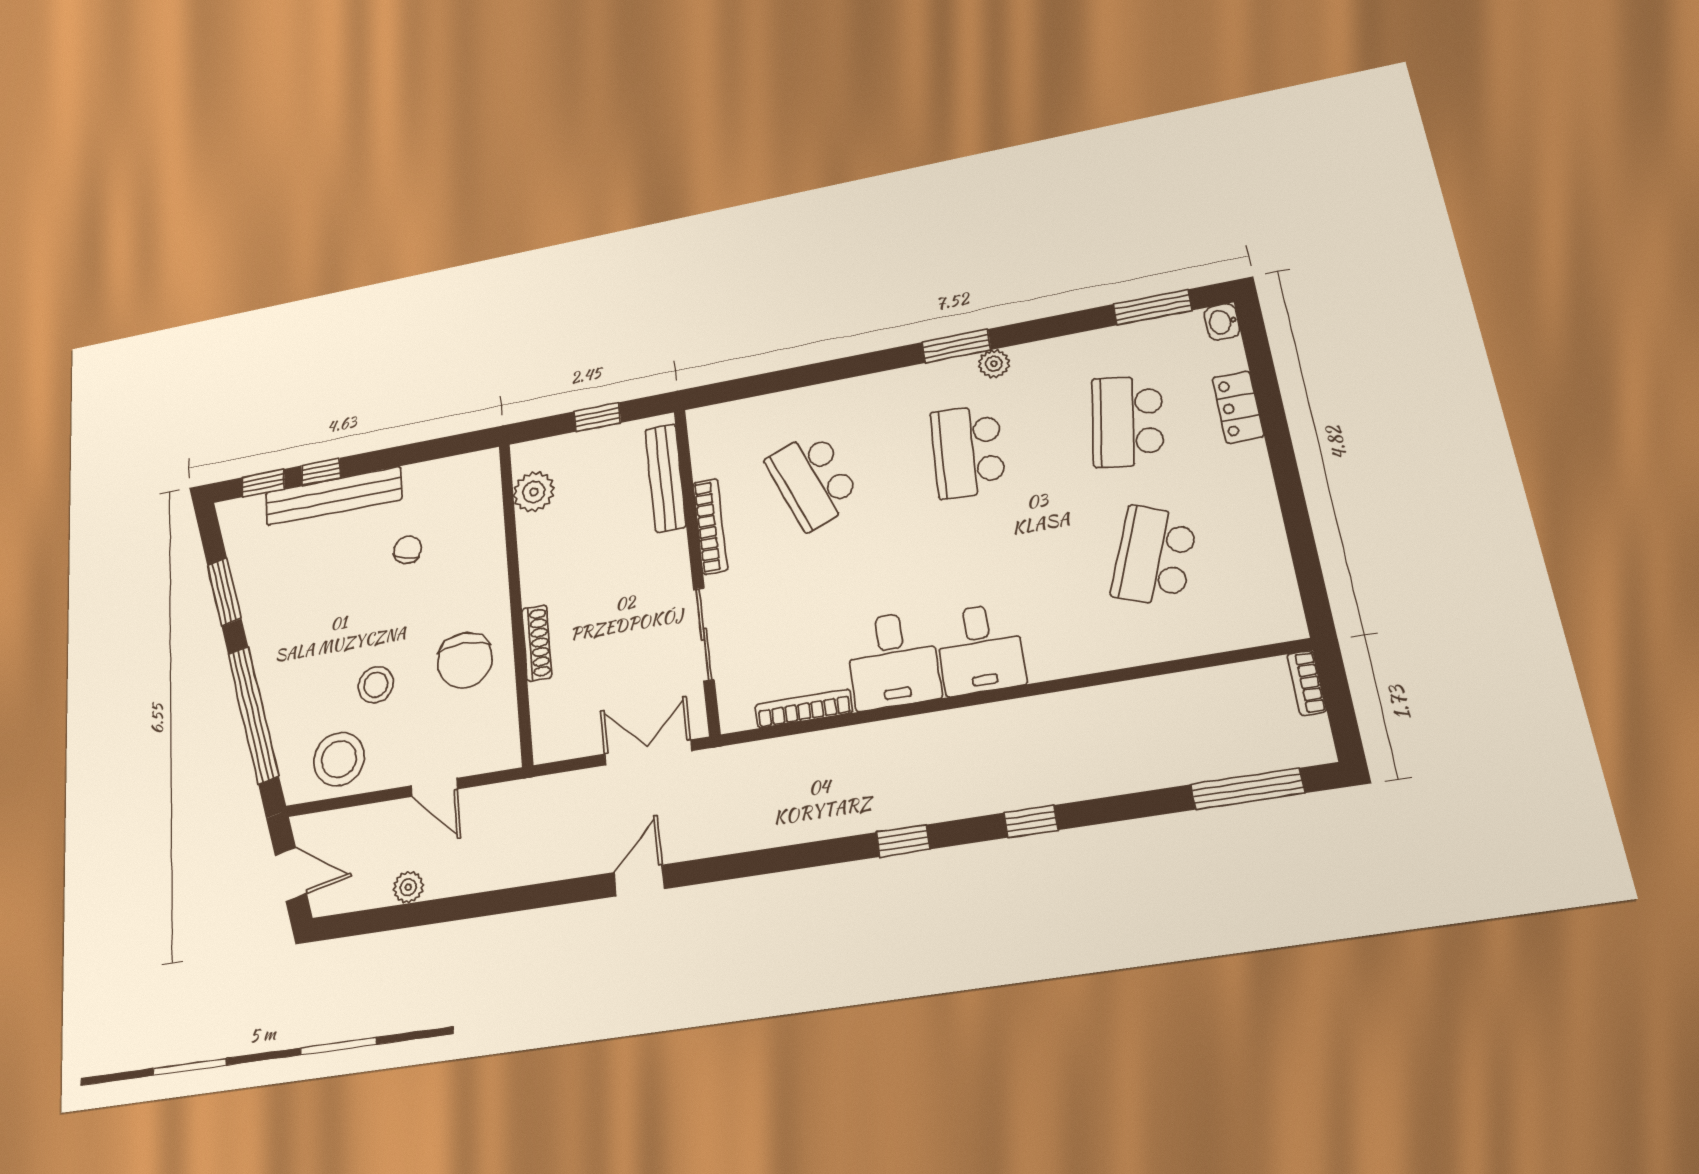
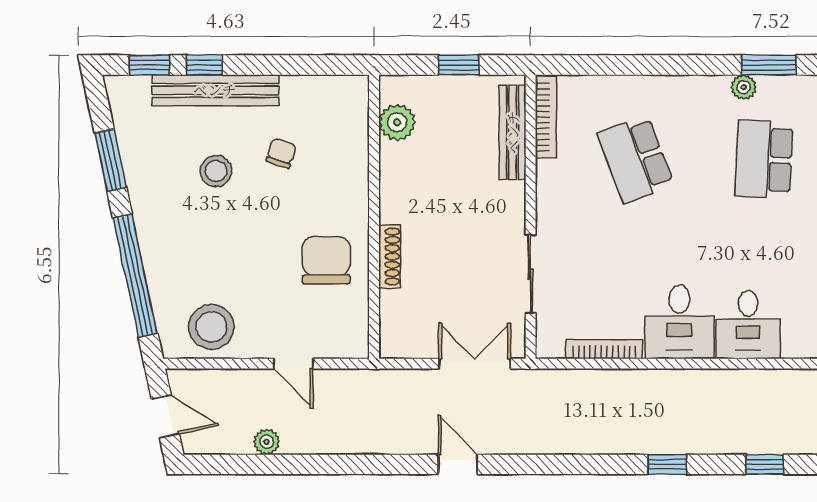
plant: (994, 364) -> (744, 87), moved
bookcase: (710, 526) -> (546, 117), moved
chair: (465, 660) -> (326, 260), turned 180
stool: (376, 685) -> (216, 171), moved
door: (639, 881) -> (458, 464), hinge flipped

